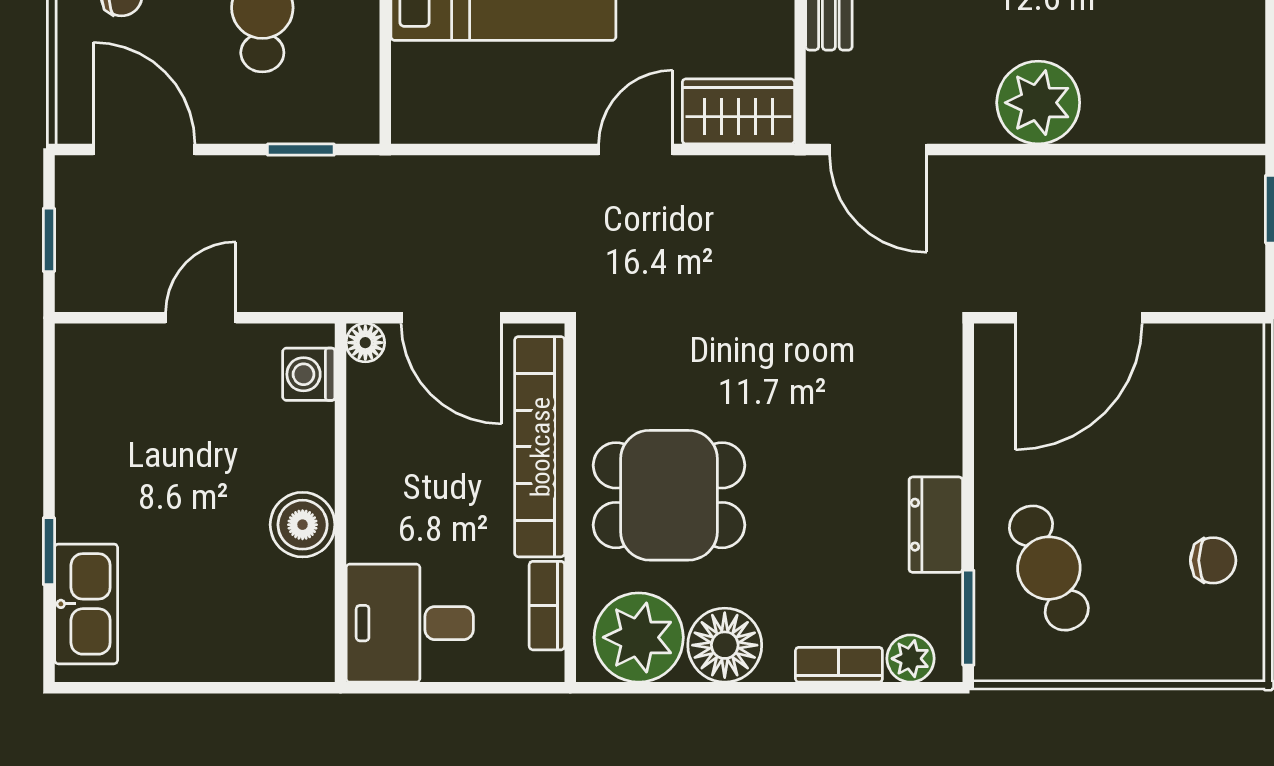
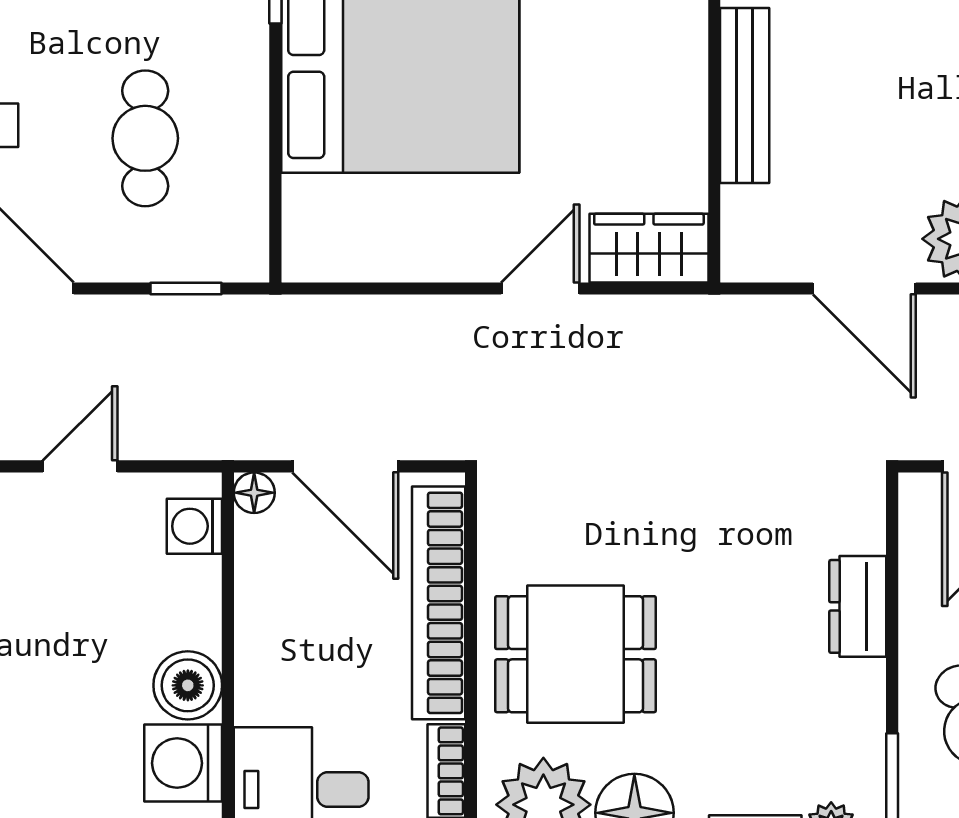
door: (878, 150) -> (864, 288), moved
dresser: (936, 525) -> (858, 606), moved
washing machine: (298, 598) -> (183, 763), added

